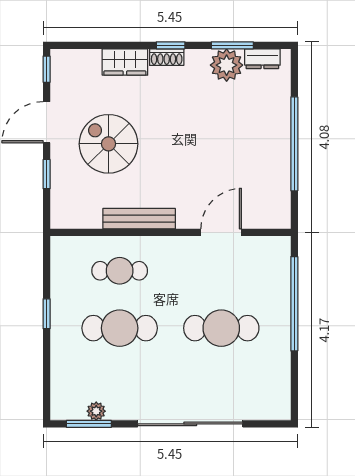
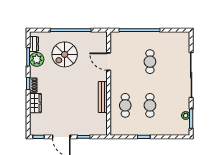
spiral stairs: (109, 144) -> (65, 54), moved
cafe table: (120, 328) -> (150, 105), width x0.73, depth x0.74
cafe table: (221, 328) -> (150, 62), width x0.73, depth x0.74

